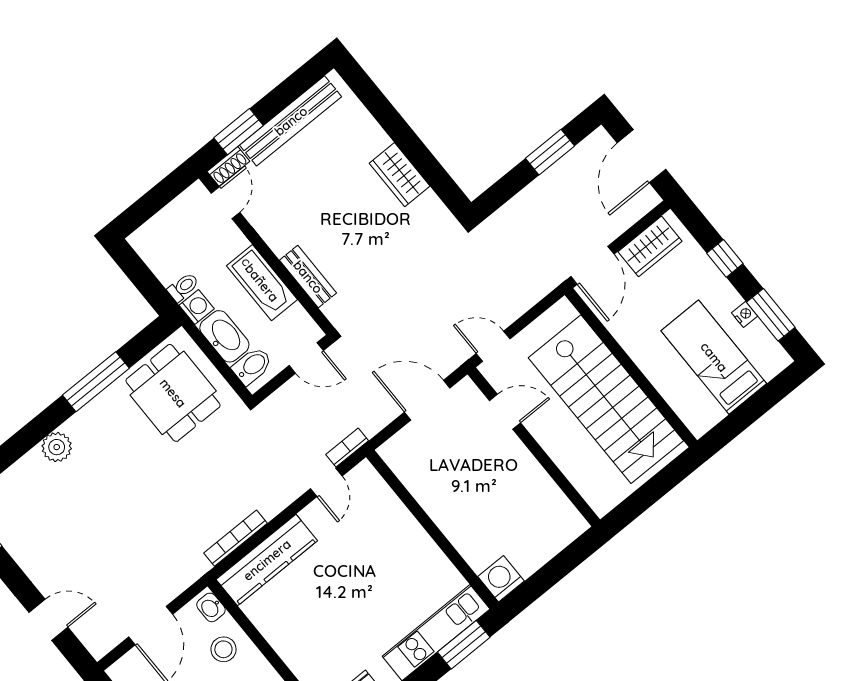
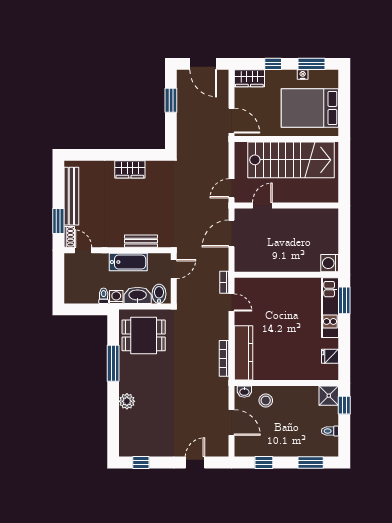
wardrobe: (650, 246) -> (249, 78), moved, turned 90
bed: (714, 357) -> (310, 108), width x1.50

